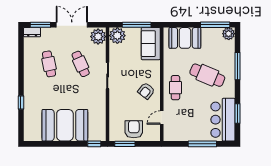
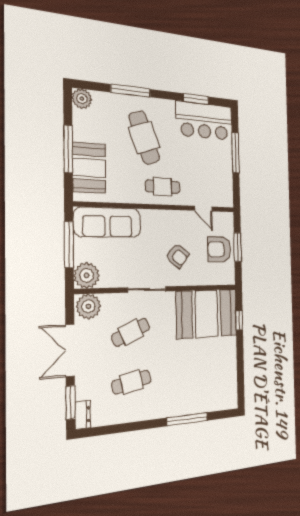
window: (215, 25) -> (68, 149), moved
sofa: (151, 44) -> (108, 222), width x1.36
cafe table: (207, 75) -> (144, 138), turned -42
armchair: (146, 91) -> (178, 256), moved
window: (21, 103) -> (187, 419), width x2.17
booth: (65, 125) -> (207, 314), moved, turned 90
window: (94, 144) -> (239, 320), moved
window: (125, 144) -> (238, 247), moved

